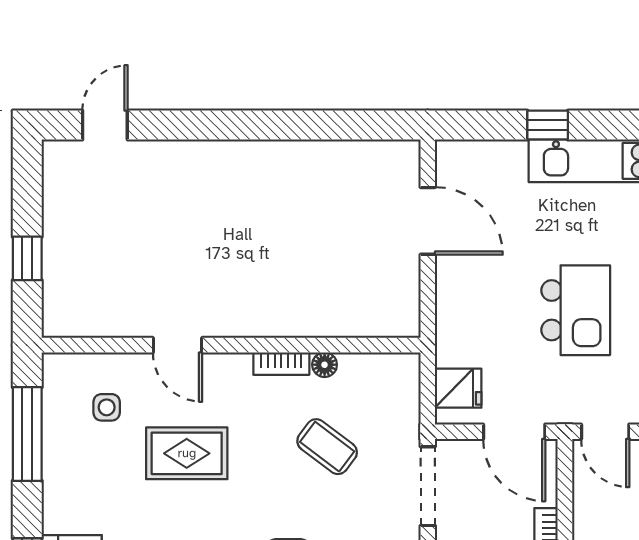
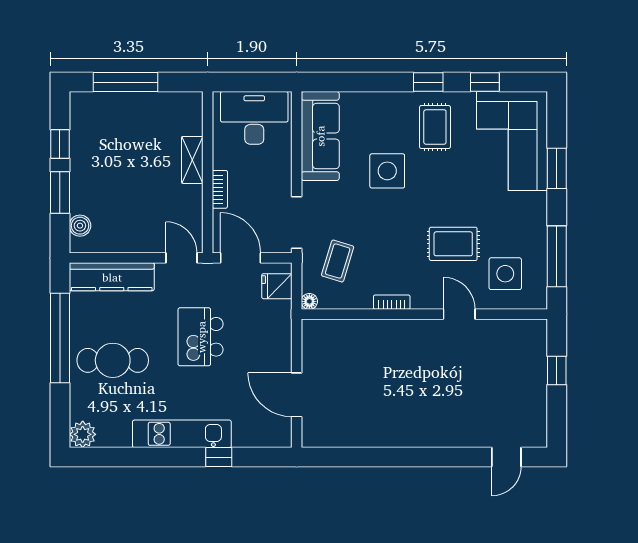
floor lamp: (325, 365) -> (309, 301), moved
side table: (107, 407) -> (505, 274), width x1.87, depth x1.87
coffee table: (327, 447) -> (338, 261), moved, turned 70

